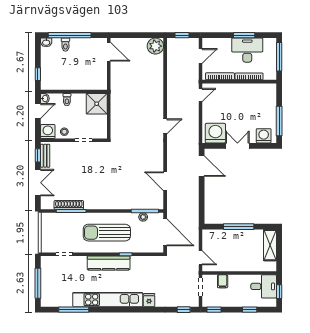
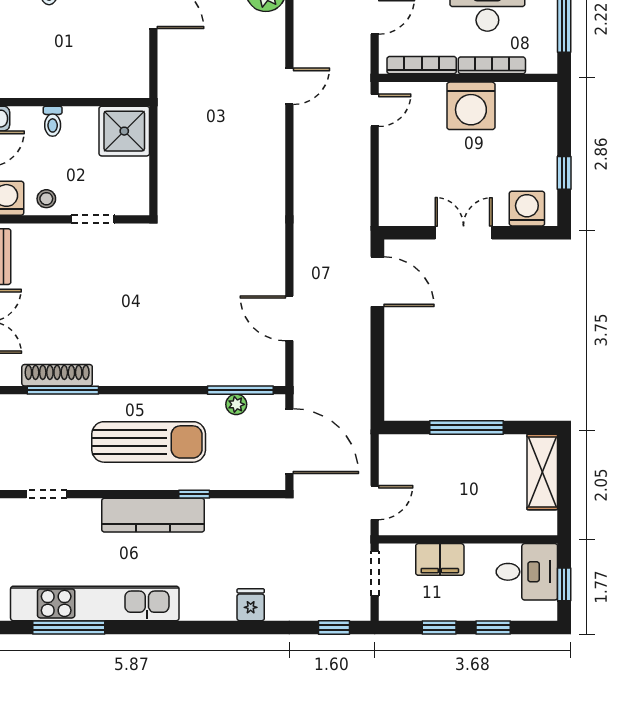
window: (279, 121) -> (564, 173), width x0.46
door: (165, 126) -> (289, 86), moved
washing machine: (215, 133) -> (471, 106), moved, turned 180
sun lounger: (107, 233) -> (149, 442), turned 180
door: (201, 258) -> (375, 503), hinge flipped
filing cabinet: (223, 281) -> (440, 559), width x2.00
kitchen unit: (108, 300) -> (95, 603), moved
window: (214, 310) -> (439, 627), moved

